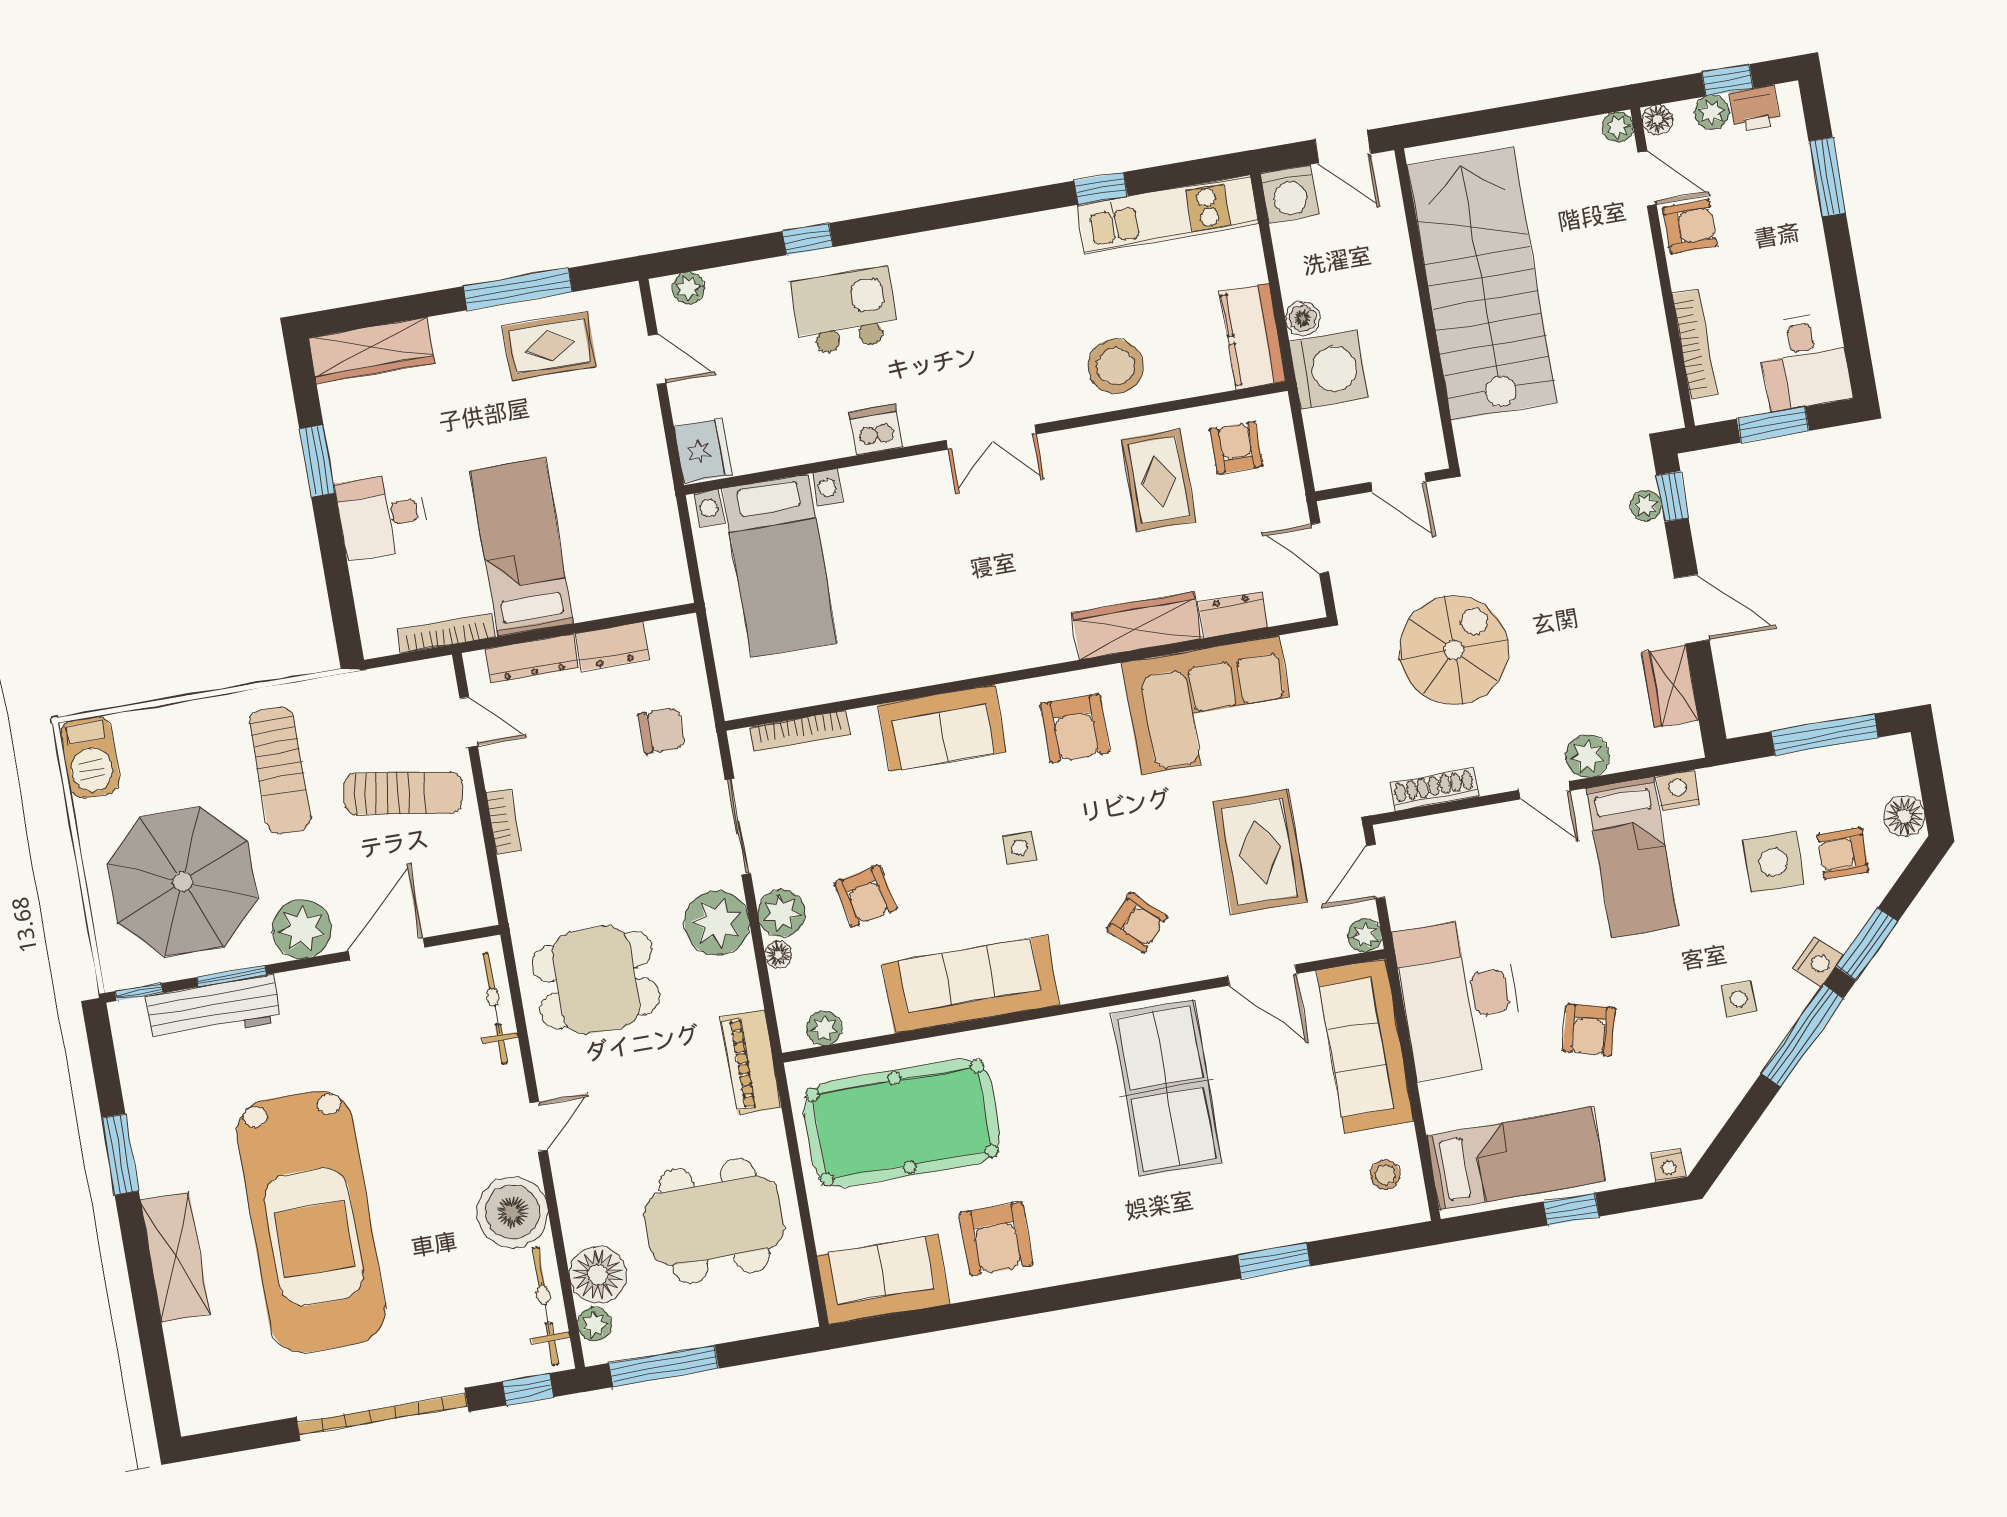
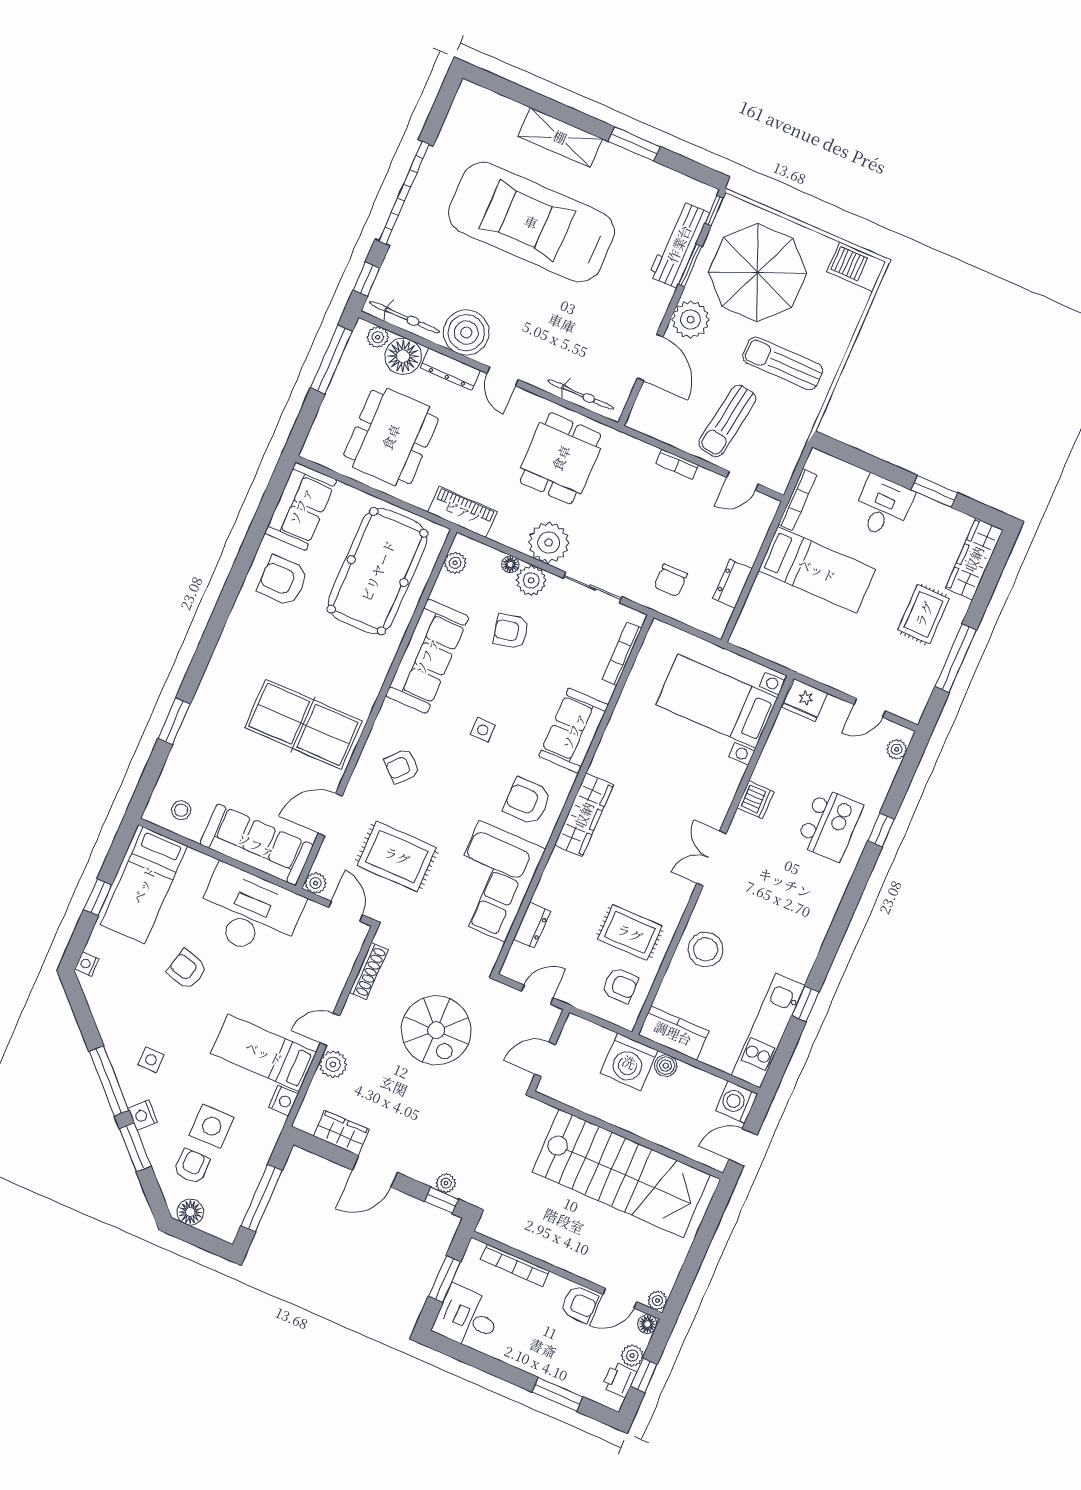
armchair: (1690, 227) -> (579, 1304), turned -90
rug: (550, 346) -> (924, 614), moved
wardrobe: (1137, 626) -> (584, 815), moved
dresser: (532, 658) -> (450, 369), moved, turned -90

